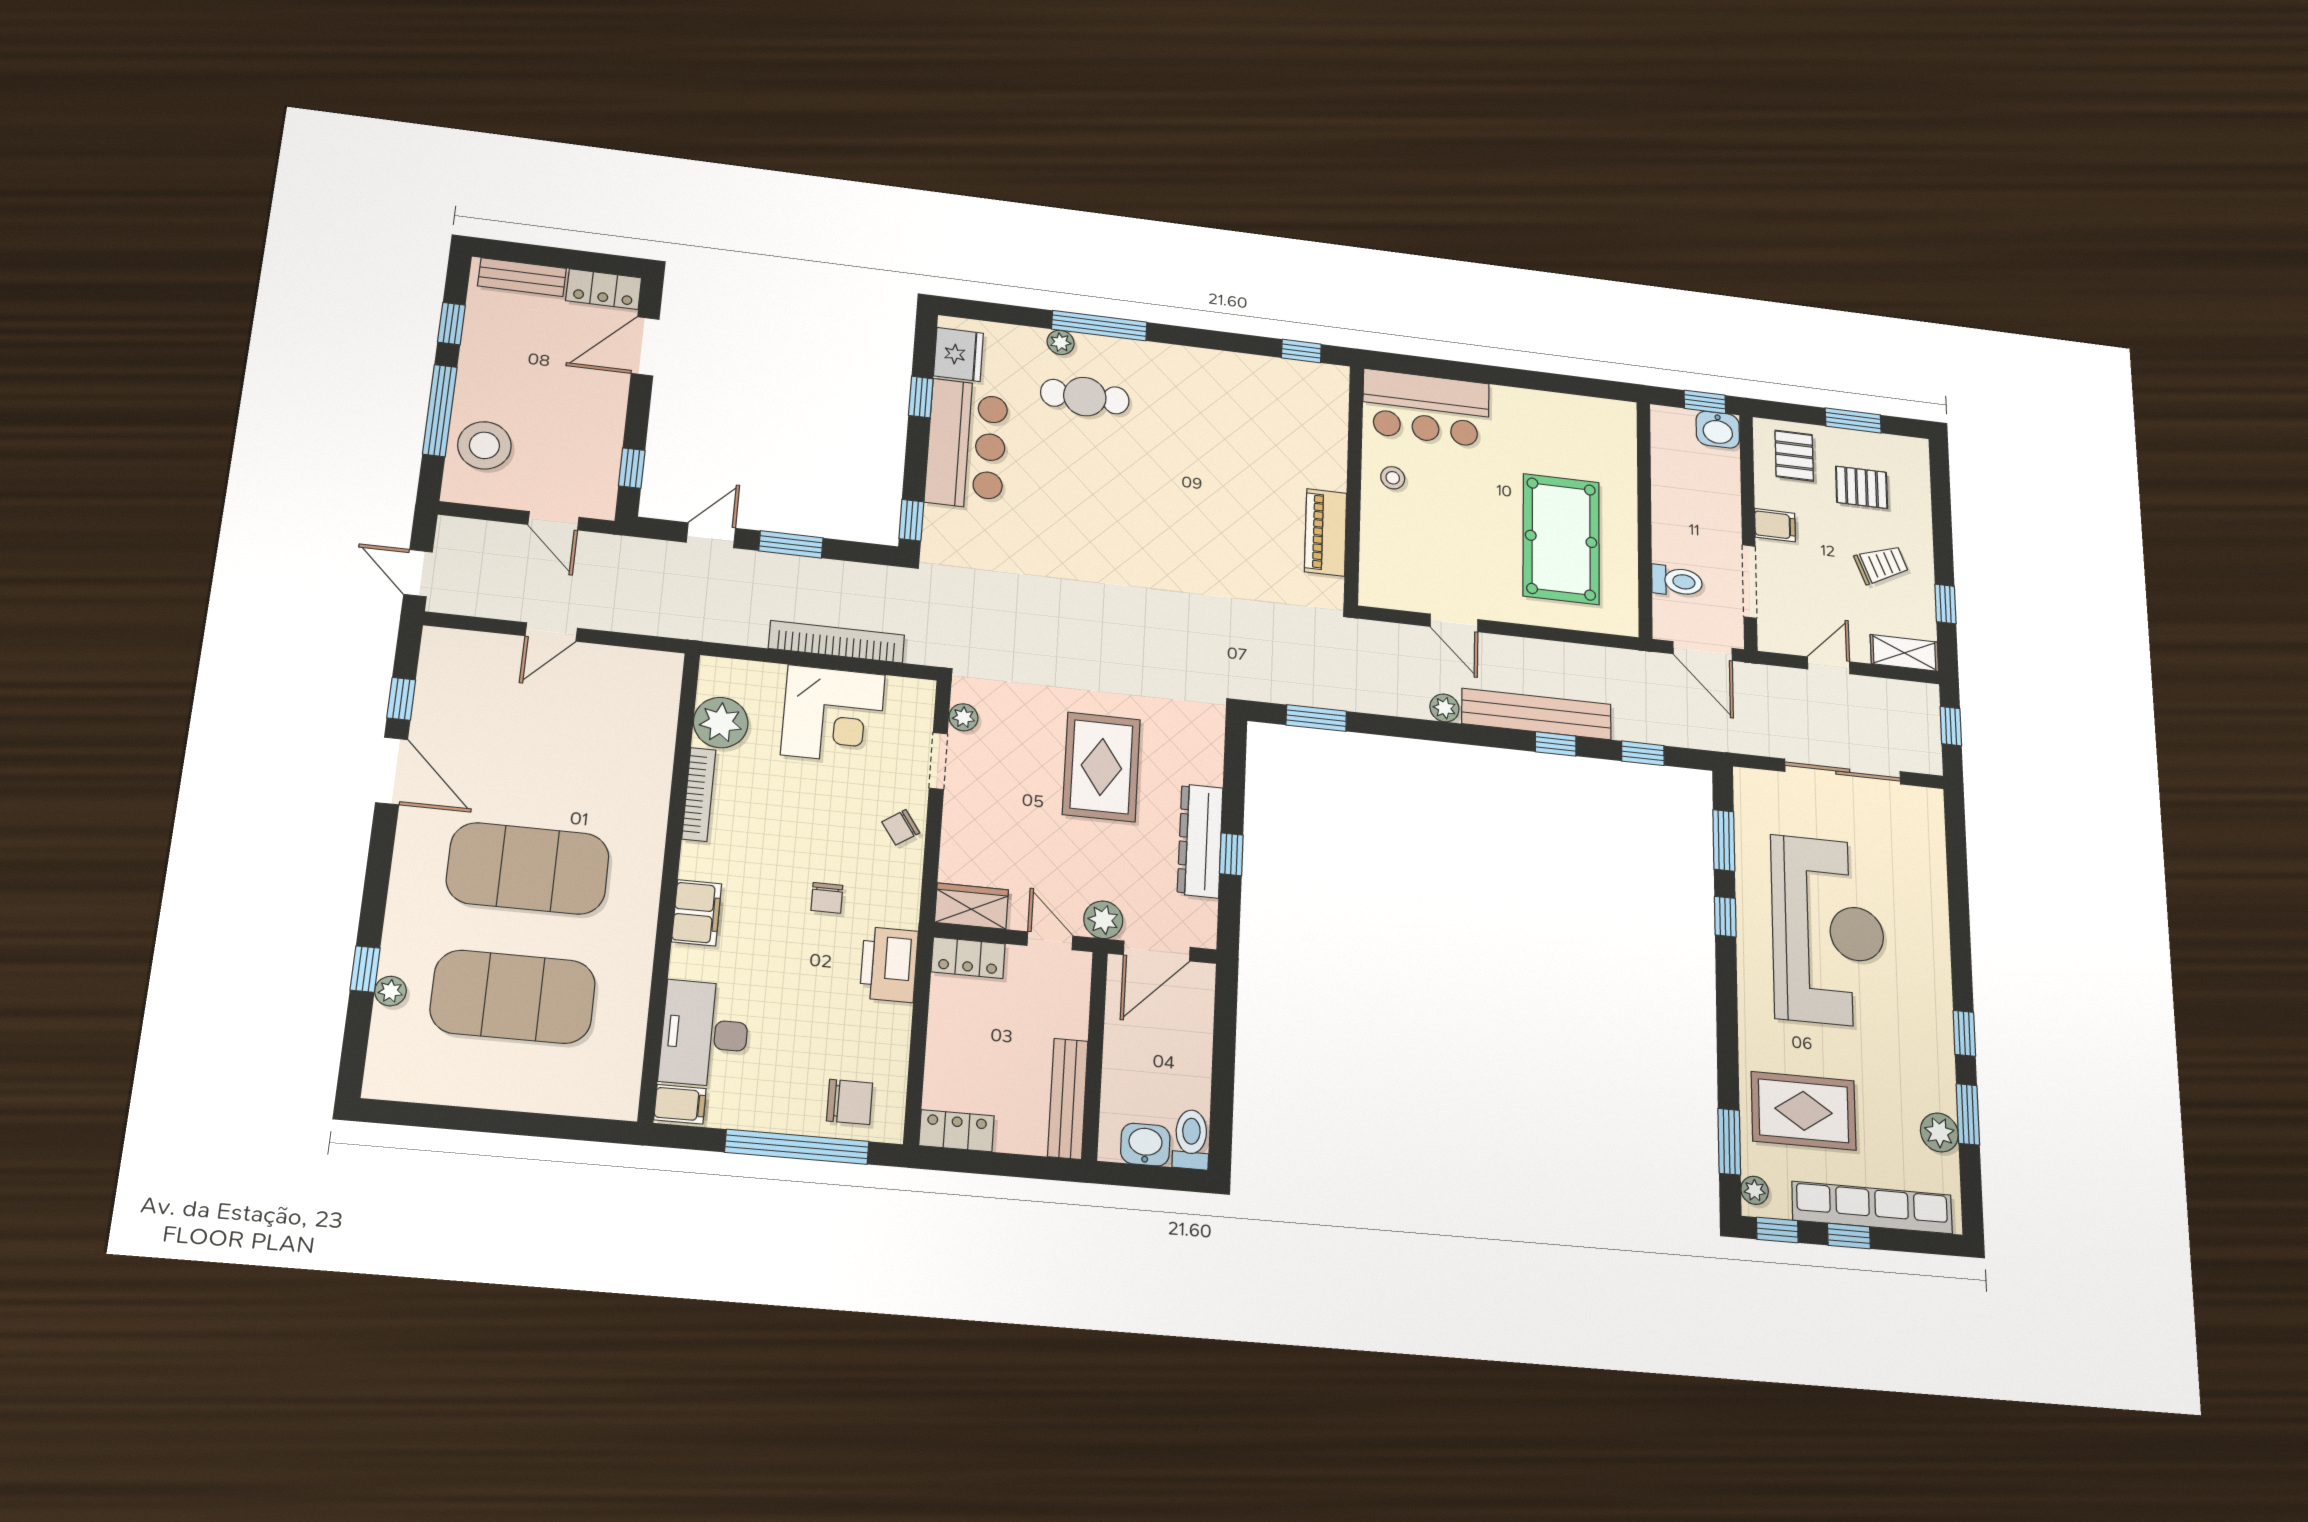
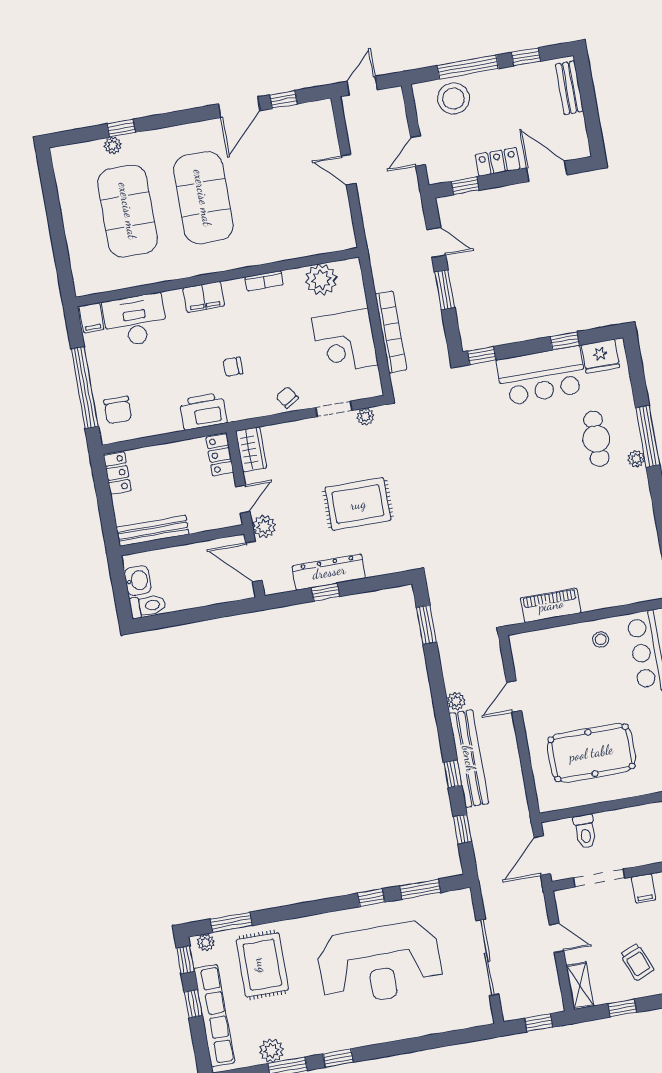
locker: (604, 289) -> (498, 162), moved, turned 90
plant: (1061, 342) -> (636, 459), moved
bookcase: (699, 794) -> (264, 281), width x0.64

